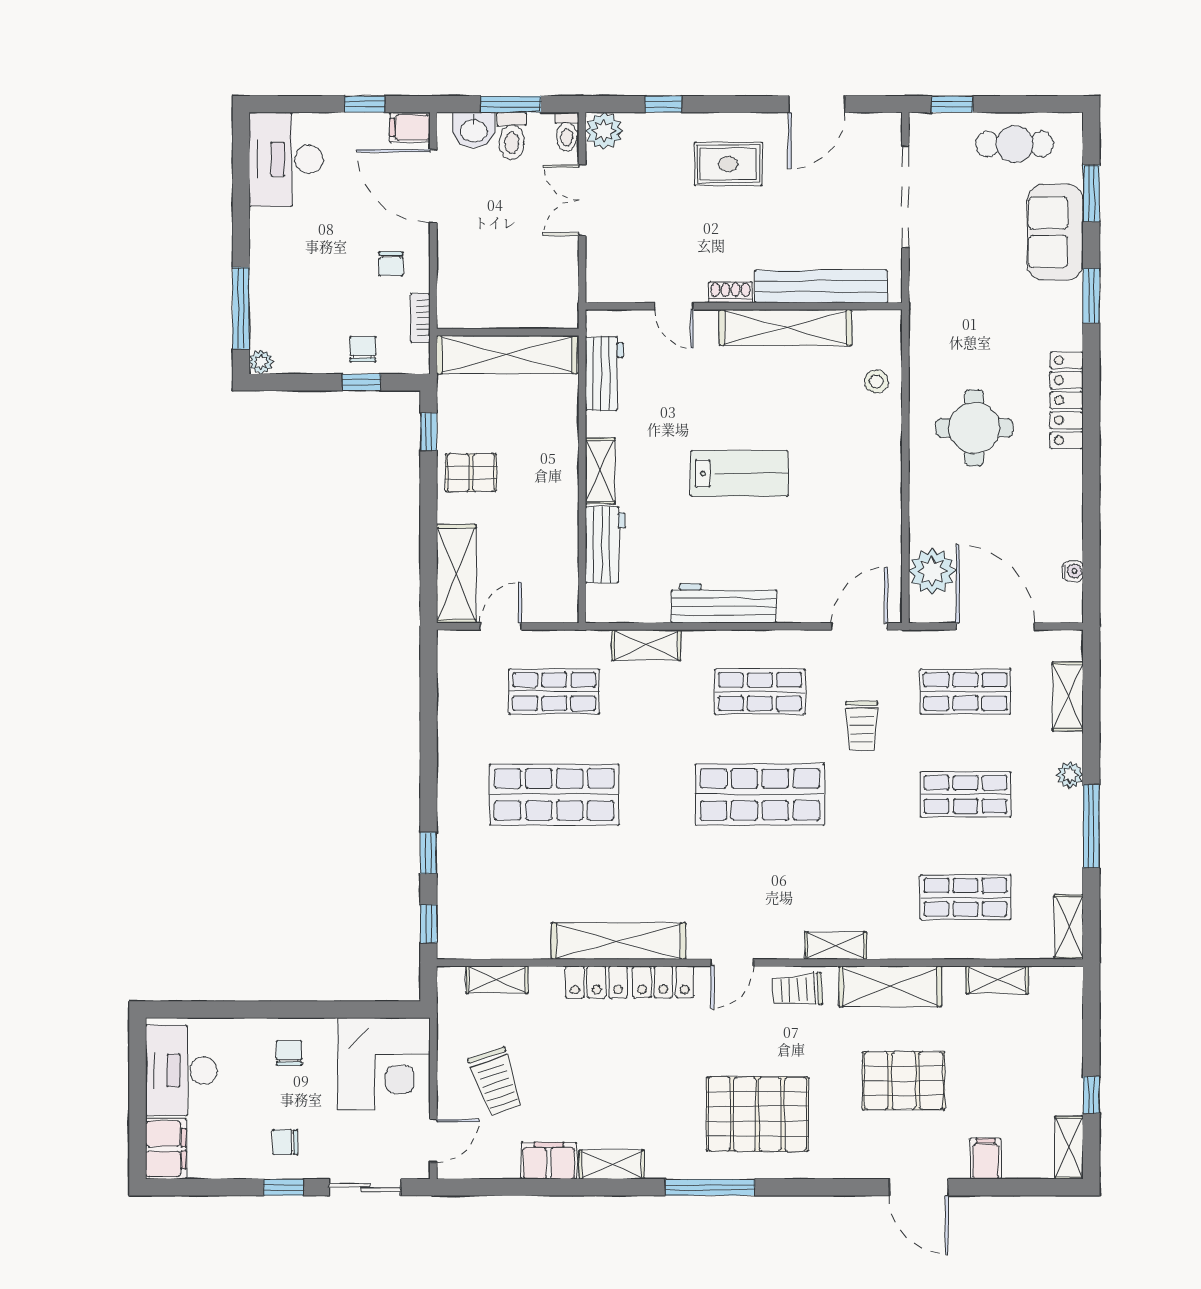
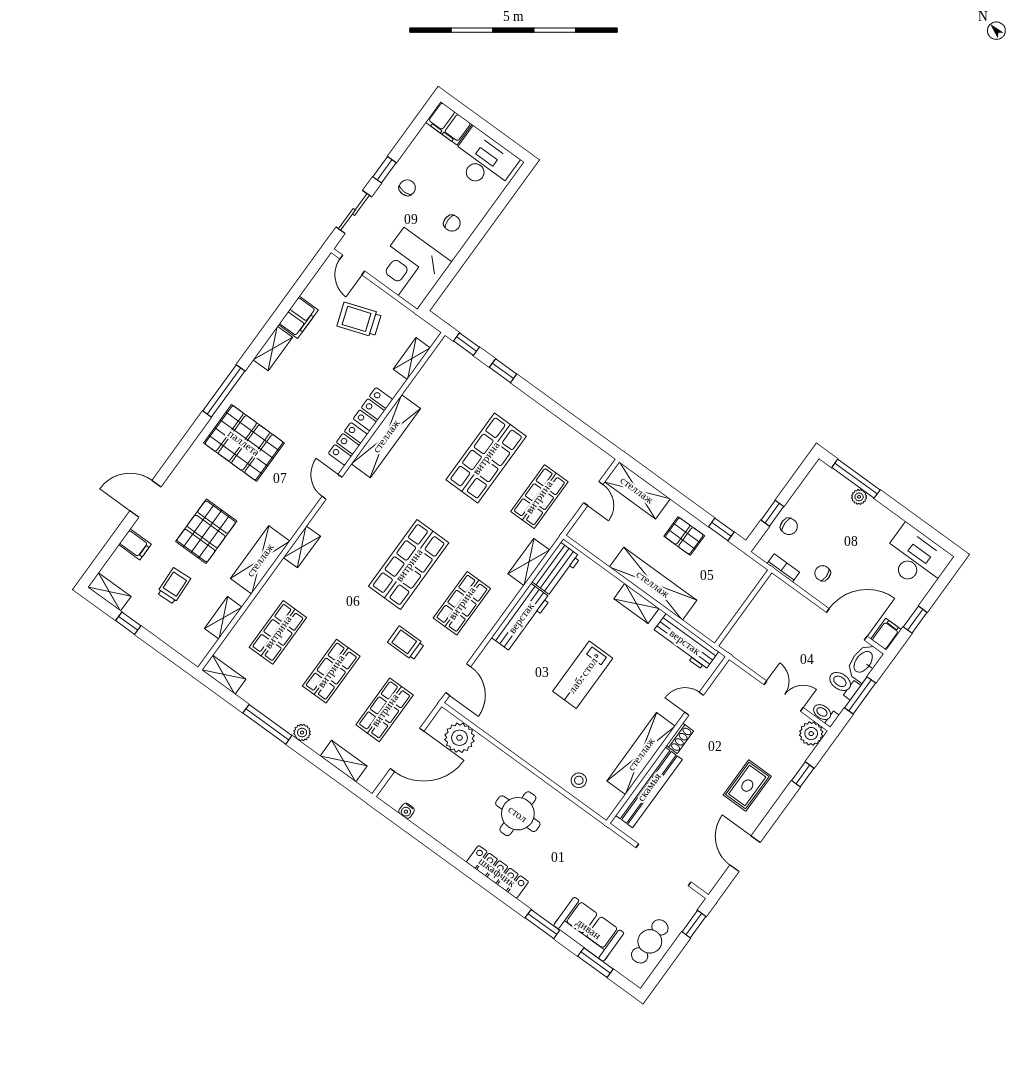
washbasin: (474, 130) -> (864, 662), width x1.38
shelving: (507, 355) -> (653, 584), moved, turned 90
plant: (261, 362) -> (859, 497), moved
workbench: (604, 374) -> (685, 642), width x1.37
pallet: (471, 473) -> (684, 536), turned 90
workbench: (605, 545) -> (556, 569), moved, turned -90
trolley: (797, 990) -> (174, 586), moved
pallet: (757, 1114) -> (244, 443), turned 90

